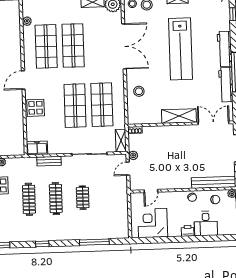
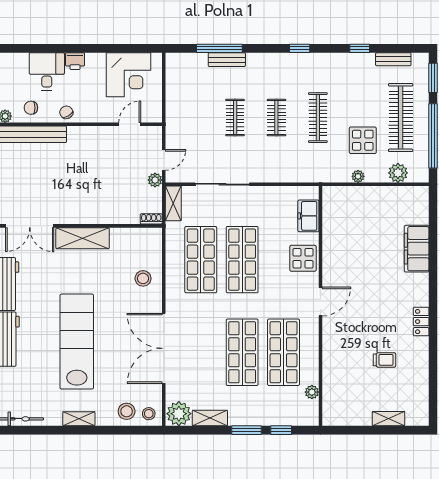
freezer: (37, 148) -> (308, 216), moved, turned 90
bench: (49, 161) -> (227, 60), moved
clothes rail: (56, 198) -> (276, 118), width x0.73

